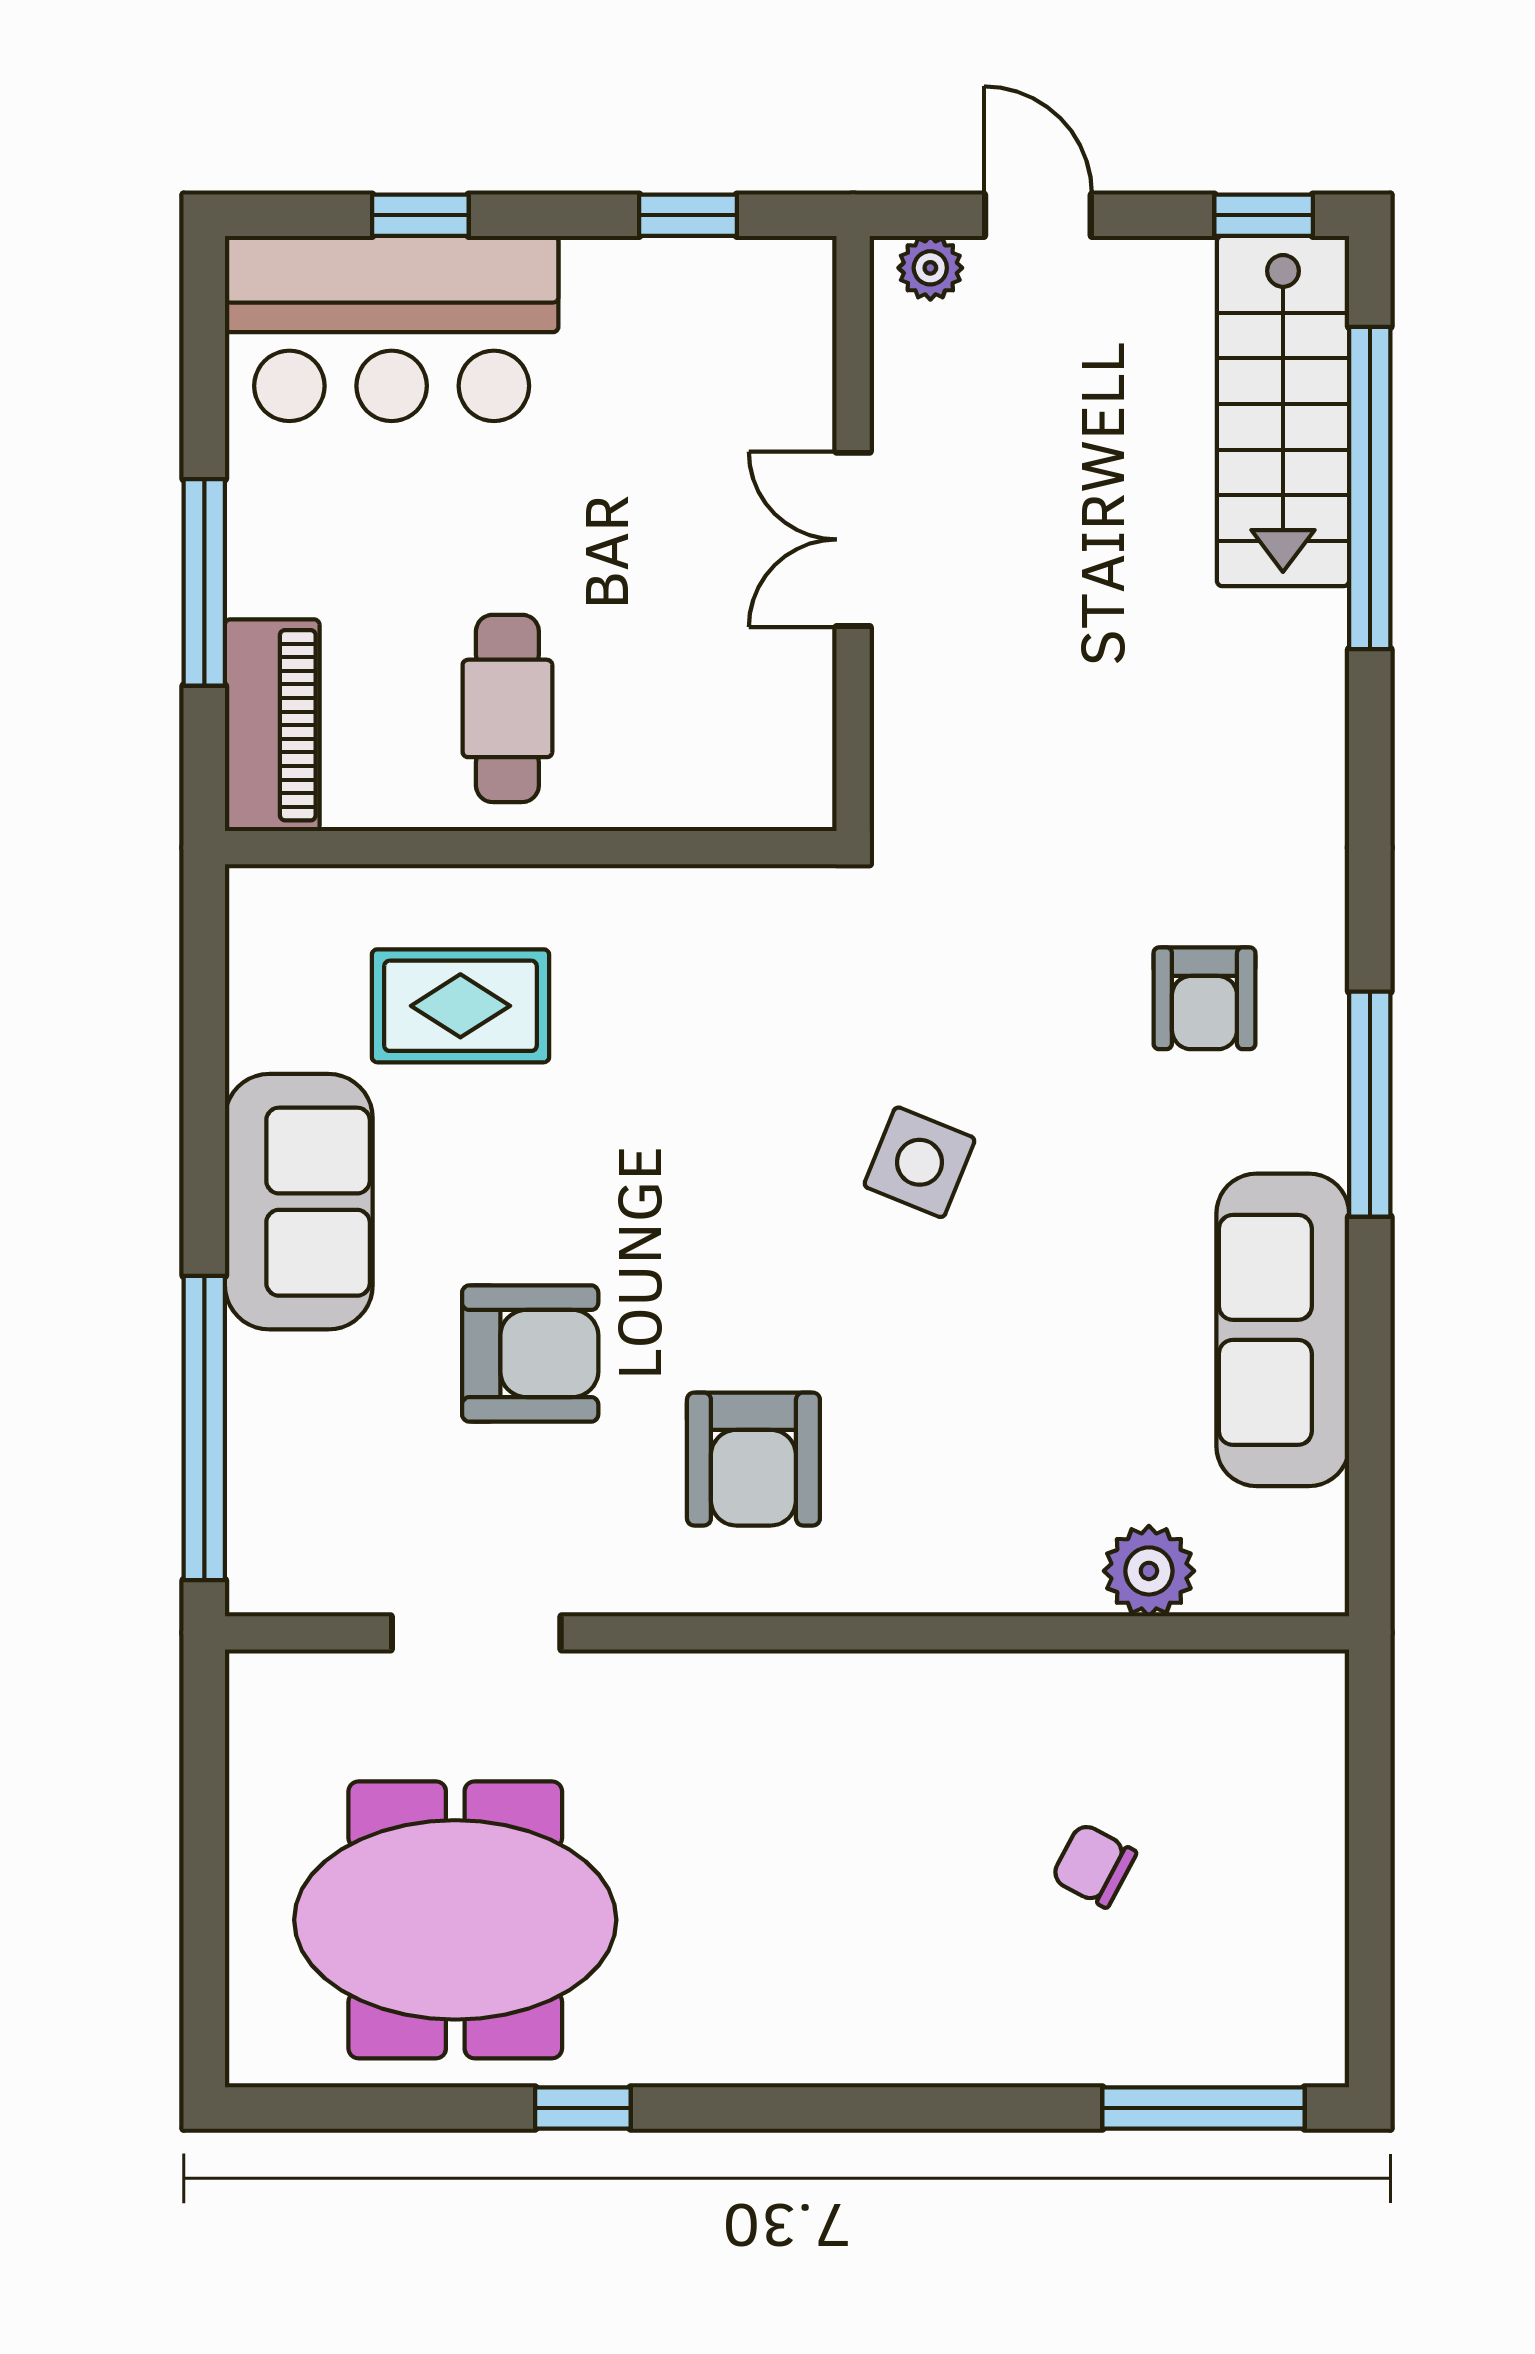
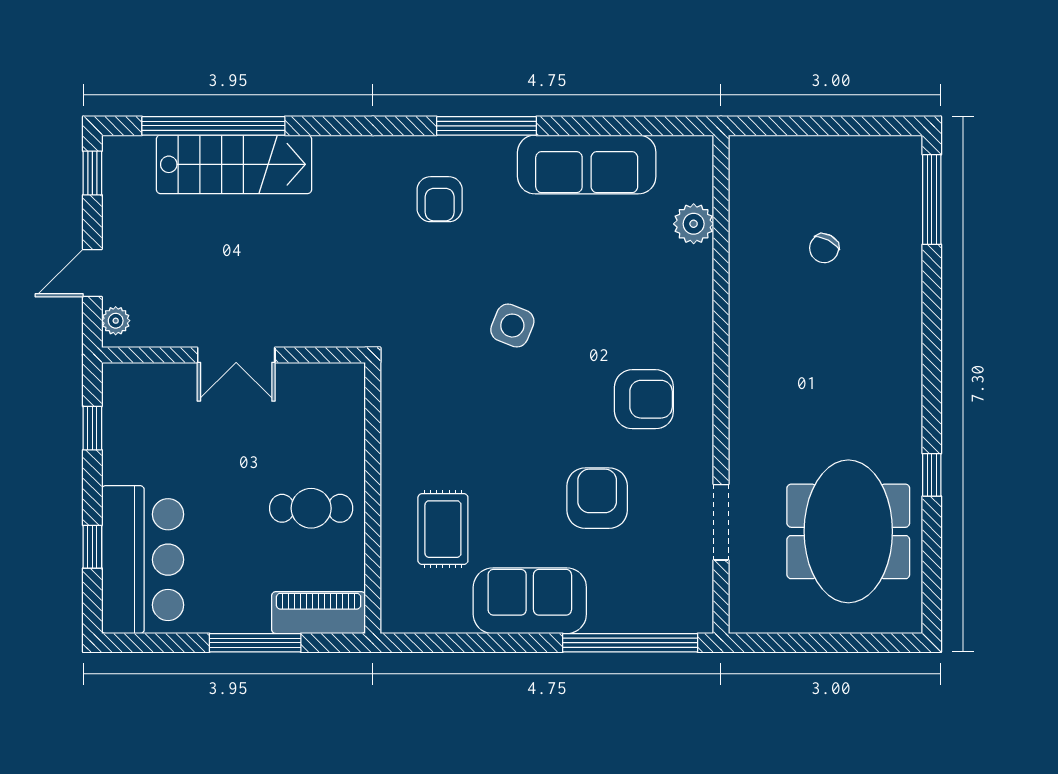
stairs: (1283, 411) -> (234, 164), moved
armchair: (1204, 998) -> (440, 199), turned 90

